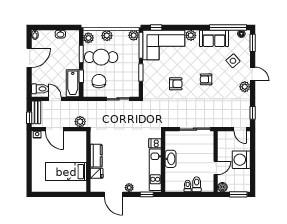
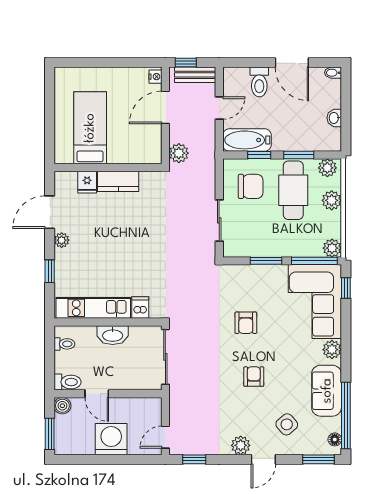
toilet: (40, 89) -> (259, 82), moved
dishwasher: (155, 143) -> (140, 308), moved
washbasin: (171, 159) -> (113, 335), moved
wall: (163, 161) -> (108, 322), moved
kitchen unit: (155, 170) -> (93, 308), moved
toilet: (197, 184) -> (68, 382), moved

